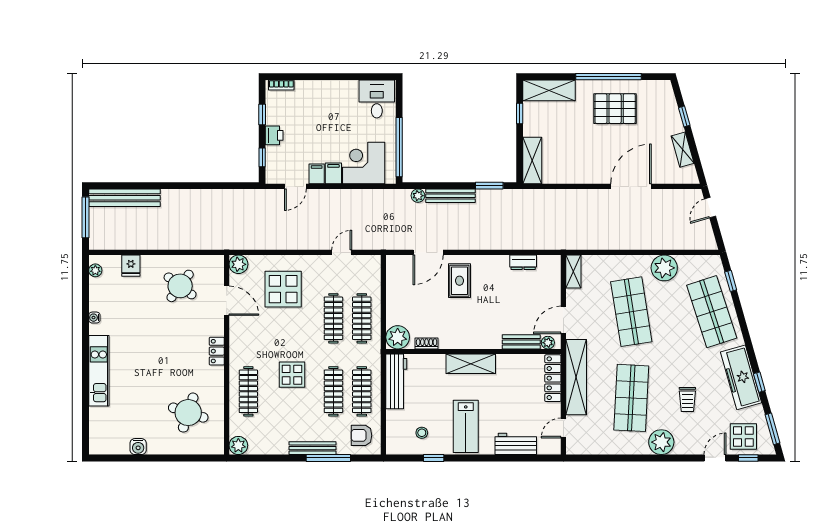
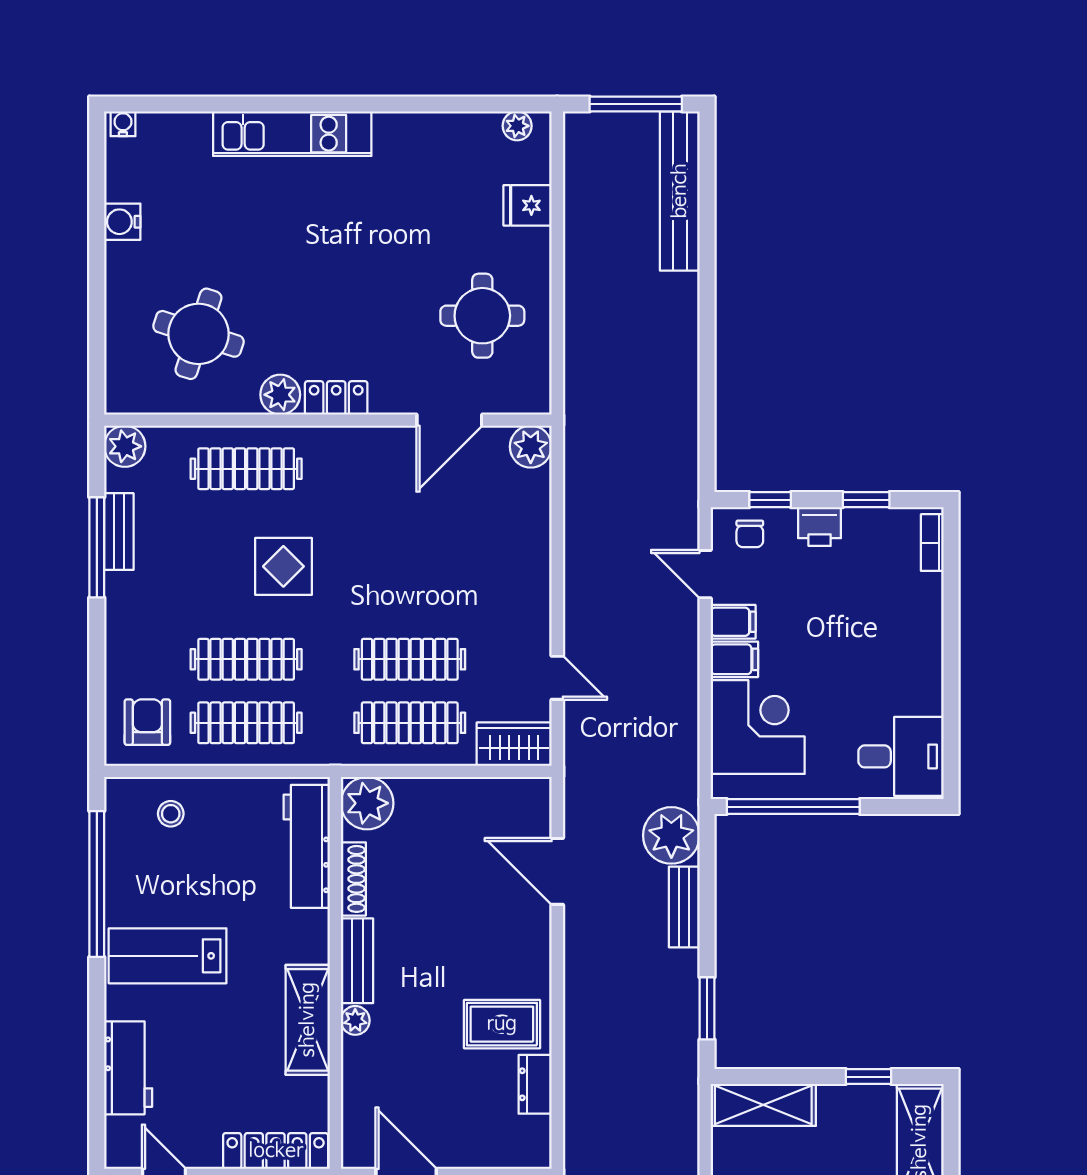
chair: (277, 167) -> (750, 534), added
plant: (418, 196) -> (671, 835), width x1.87, depth x1.87
bench: (451, 196) -> (684, 907), width x0.73
wardrobe: (371, 272) -> (514, 744), added
rug: (459, 281) -> (502, 1024), moved
round table: (180, 286) -> (482, 316), turned -37
display table: (283, 289) -> (475, 547), removed
water cooler: (94, 318) -> (123, 124), moved
bench: (521, 342) -> (357, 961), moved
shoe rack: (427, 343) -> (353, 879), width x1.43
plant: (548, 343) -> (355, 1020), moved
shelving: (471, 364) -> (308, 1020), moved
plant: (215, 376) -> (280, 395), added
workbench: (396, 381) -> (307, 846), moved, turned 90
stool: (422, 433) -> (171, 814), moved
bench: (312, 448) -> (119, 532), moved, width x0.73
window: (328, 458) -> (97, 547), moved
window: (434, 458) -> (97, 884), width x3.17

